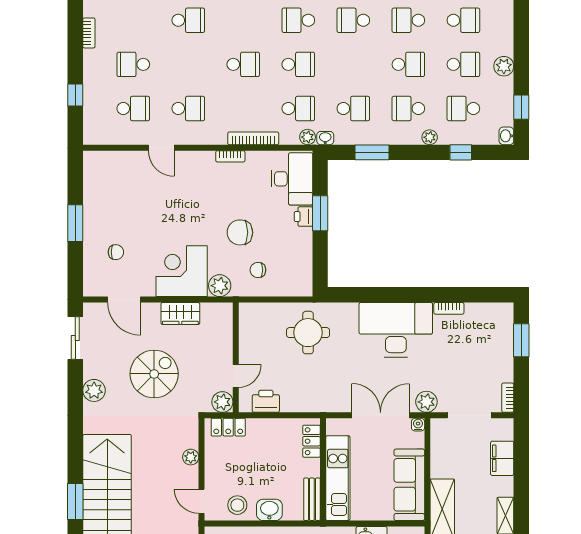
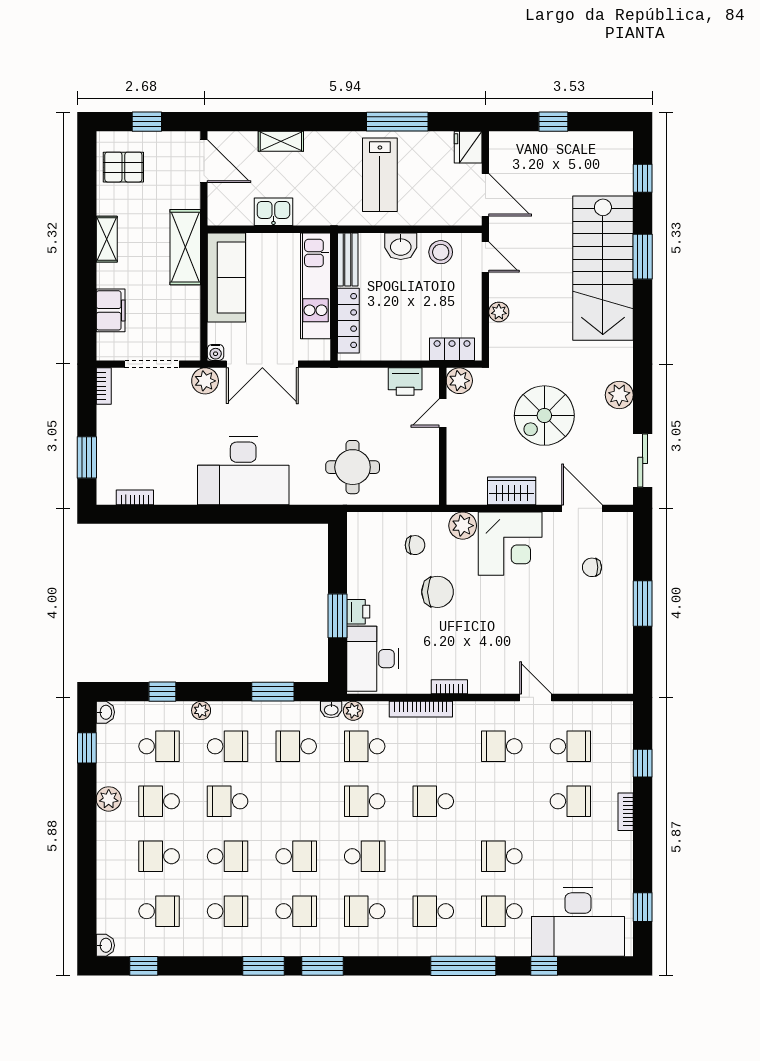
bookcase: (89, 33) -> (626, 812), moved
school desk: (133, 109) -> (570, 746), turned 180
bookcase: (449, 308) -> (135, 497), moved
locker: (312, 441) -> (348, 321), width x1.53

